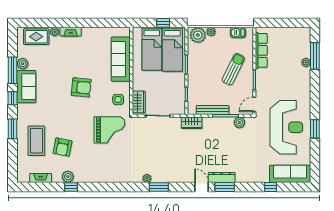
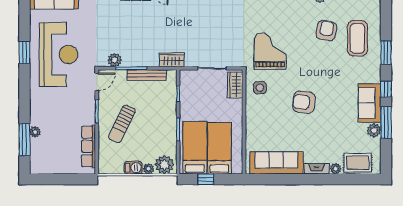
barbecue: (238, 33) -> (133, 168), moved
sofa: (121, 59) -> (276, 163), moved, turned -90
reception desk: (286, 127) -> (59, 54), turned 180
grand piano: (109, 130) -> (270, 51), turned 90

